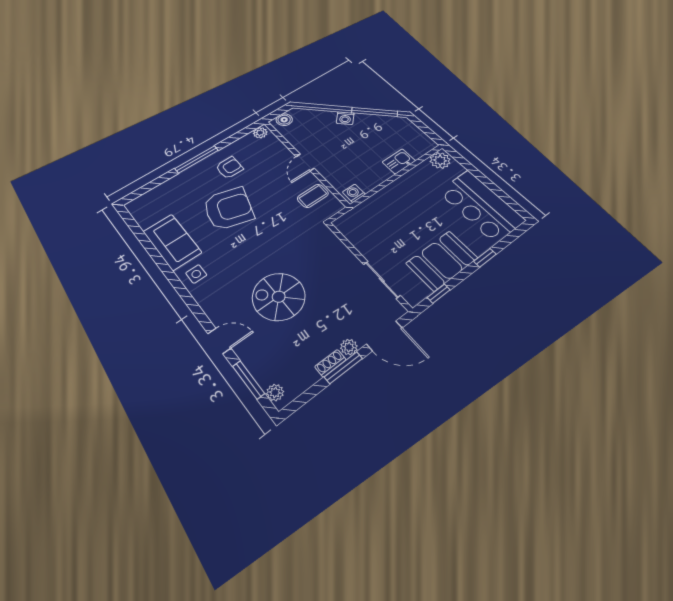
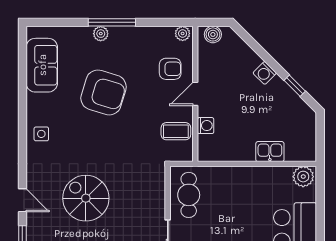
window: (375, 112) -> (295, 86), width x0.46
armchair: (229, 168) -> (170, 69), moved
plant: (193, 172) -> (101, 34), added
washing machine: (354, 193) -> (206, 126), moved, turned 90
cafe table: (366, 232) -> (189, 195), added
sofa: (172, 242) -> (42, 65), moved

